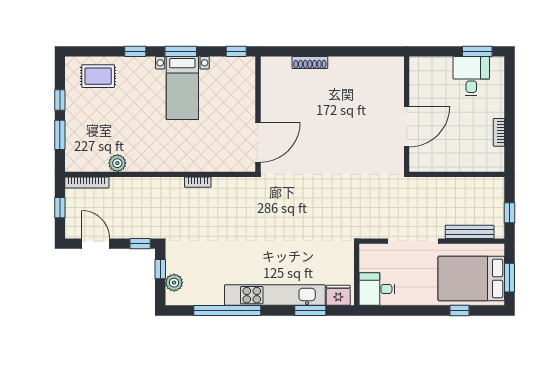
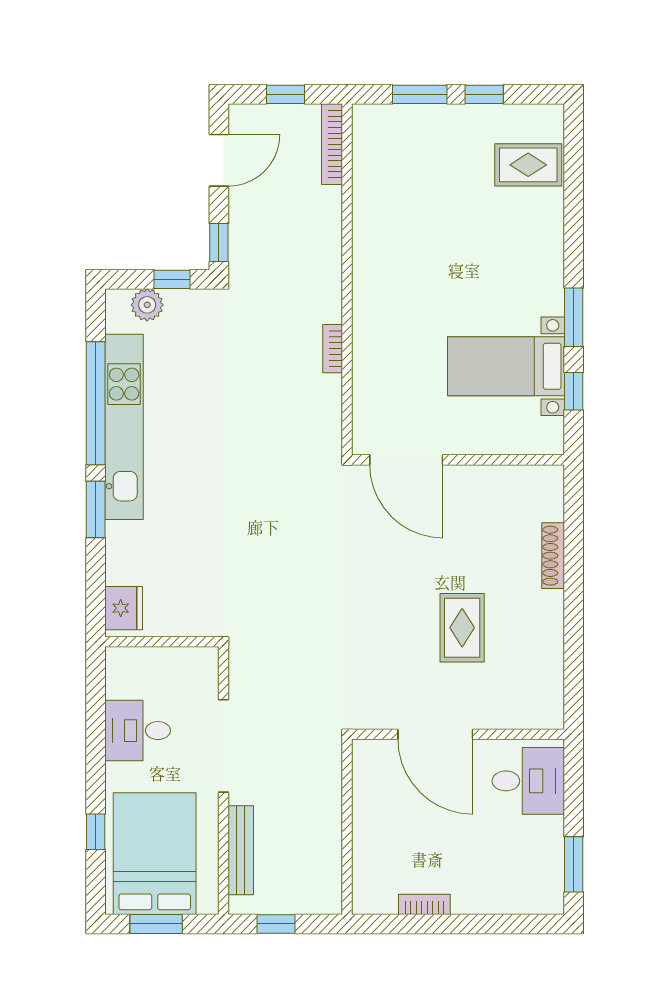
window: (135, 51) -> (574, 233), removed
window: (236, 51) -> (574, 391), moved
rug: (98, 76) -> (528, 165), turned 90
desk: (471, 76) -> (528, 781), moved
bed with nightstands: (182, 88) -> (506, 366), moved
rug: (349, 112) -> (462, 628), added
plant: (117, 163) -> (368, 200), removed
desk: (377, 289) -> (138, 731), moved, turned -90
kitchen unit: (275, 295) -> (124, 427), moved
window: (310, 311) -> (96, 509), moved

